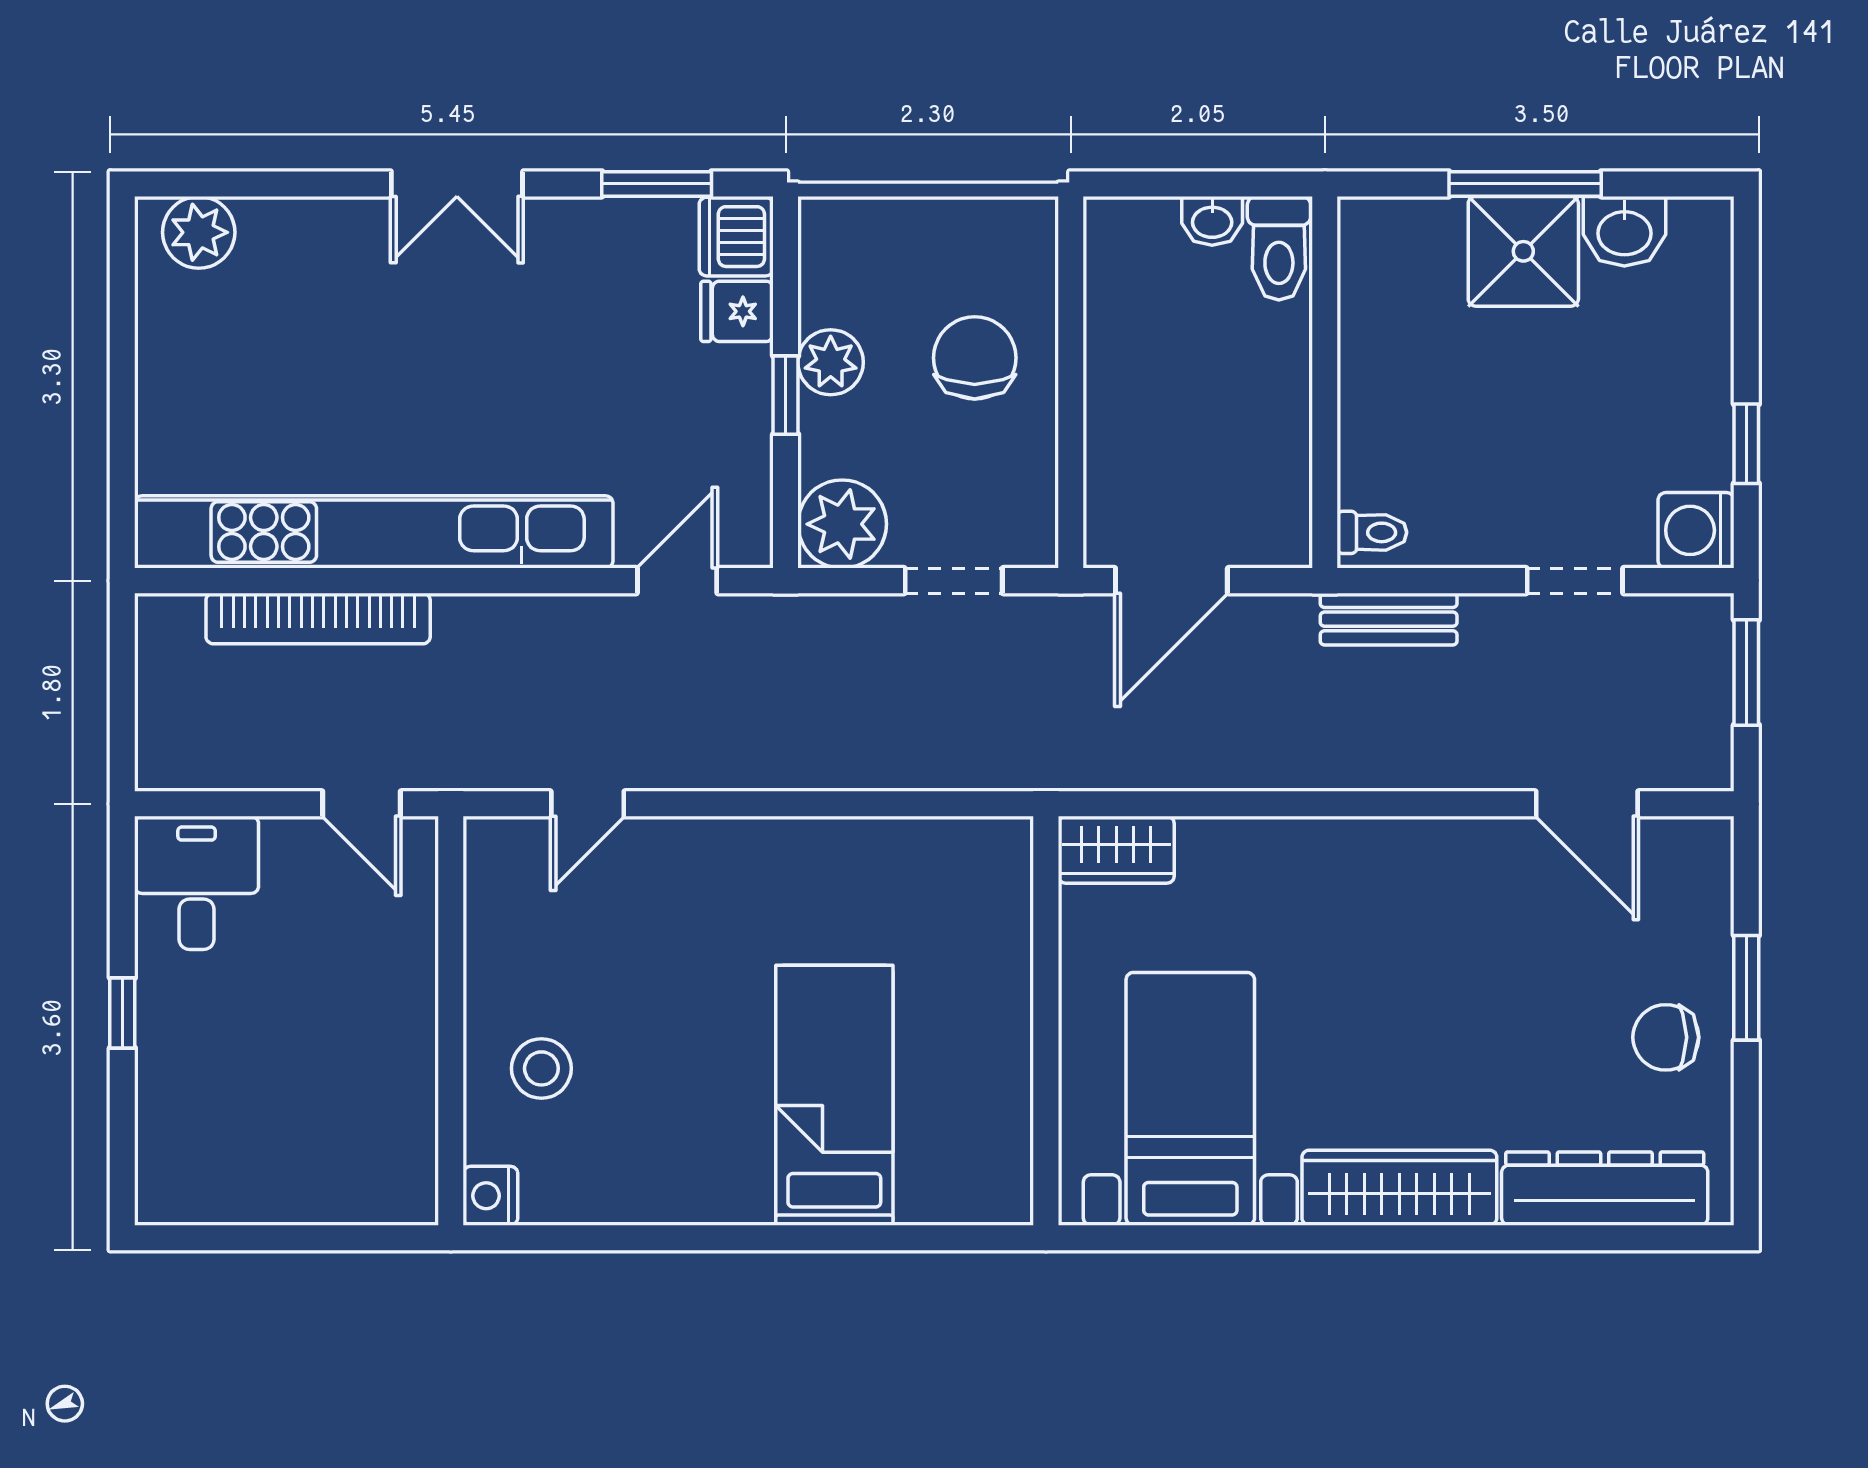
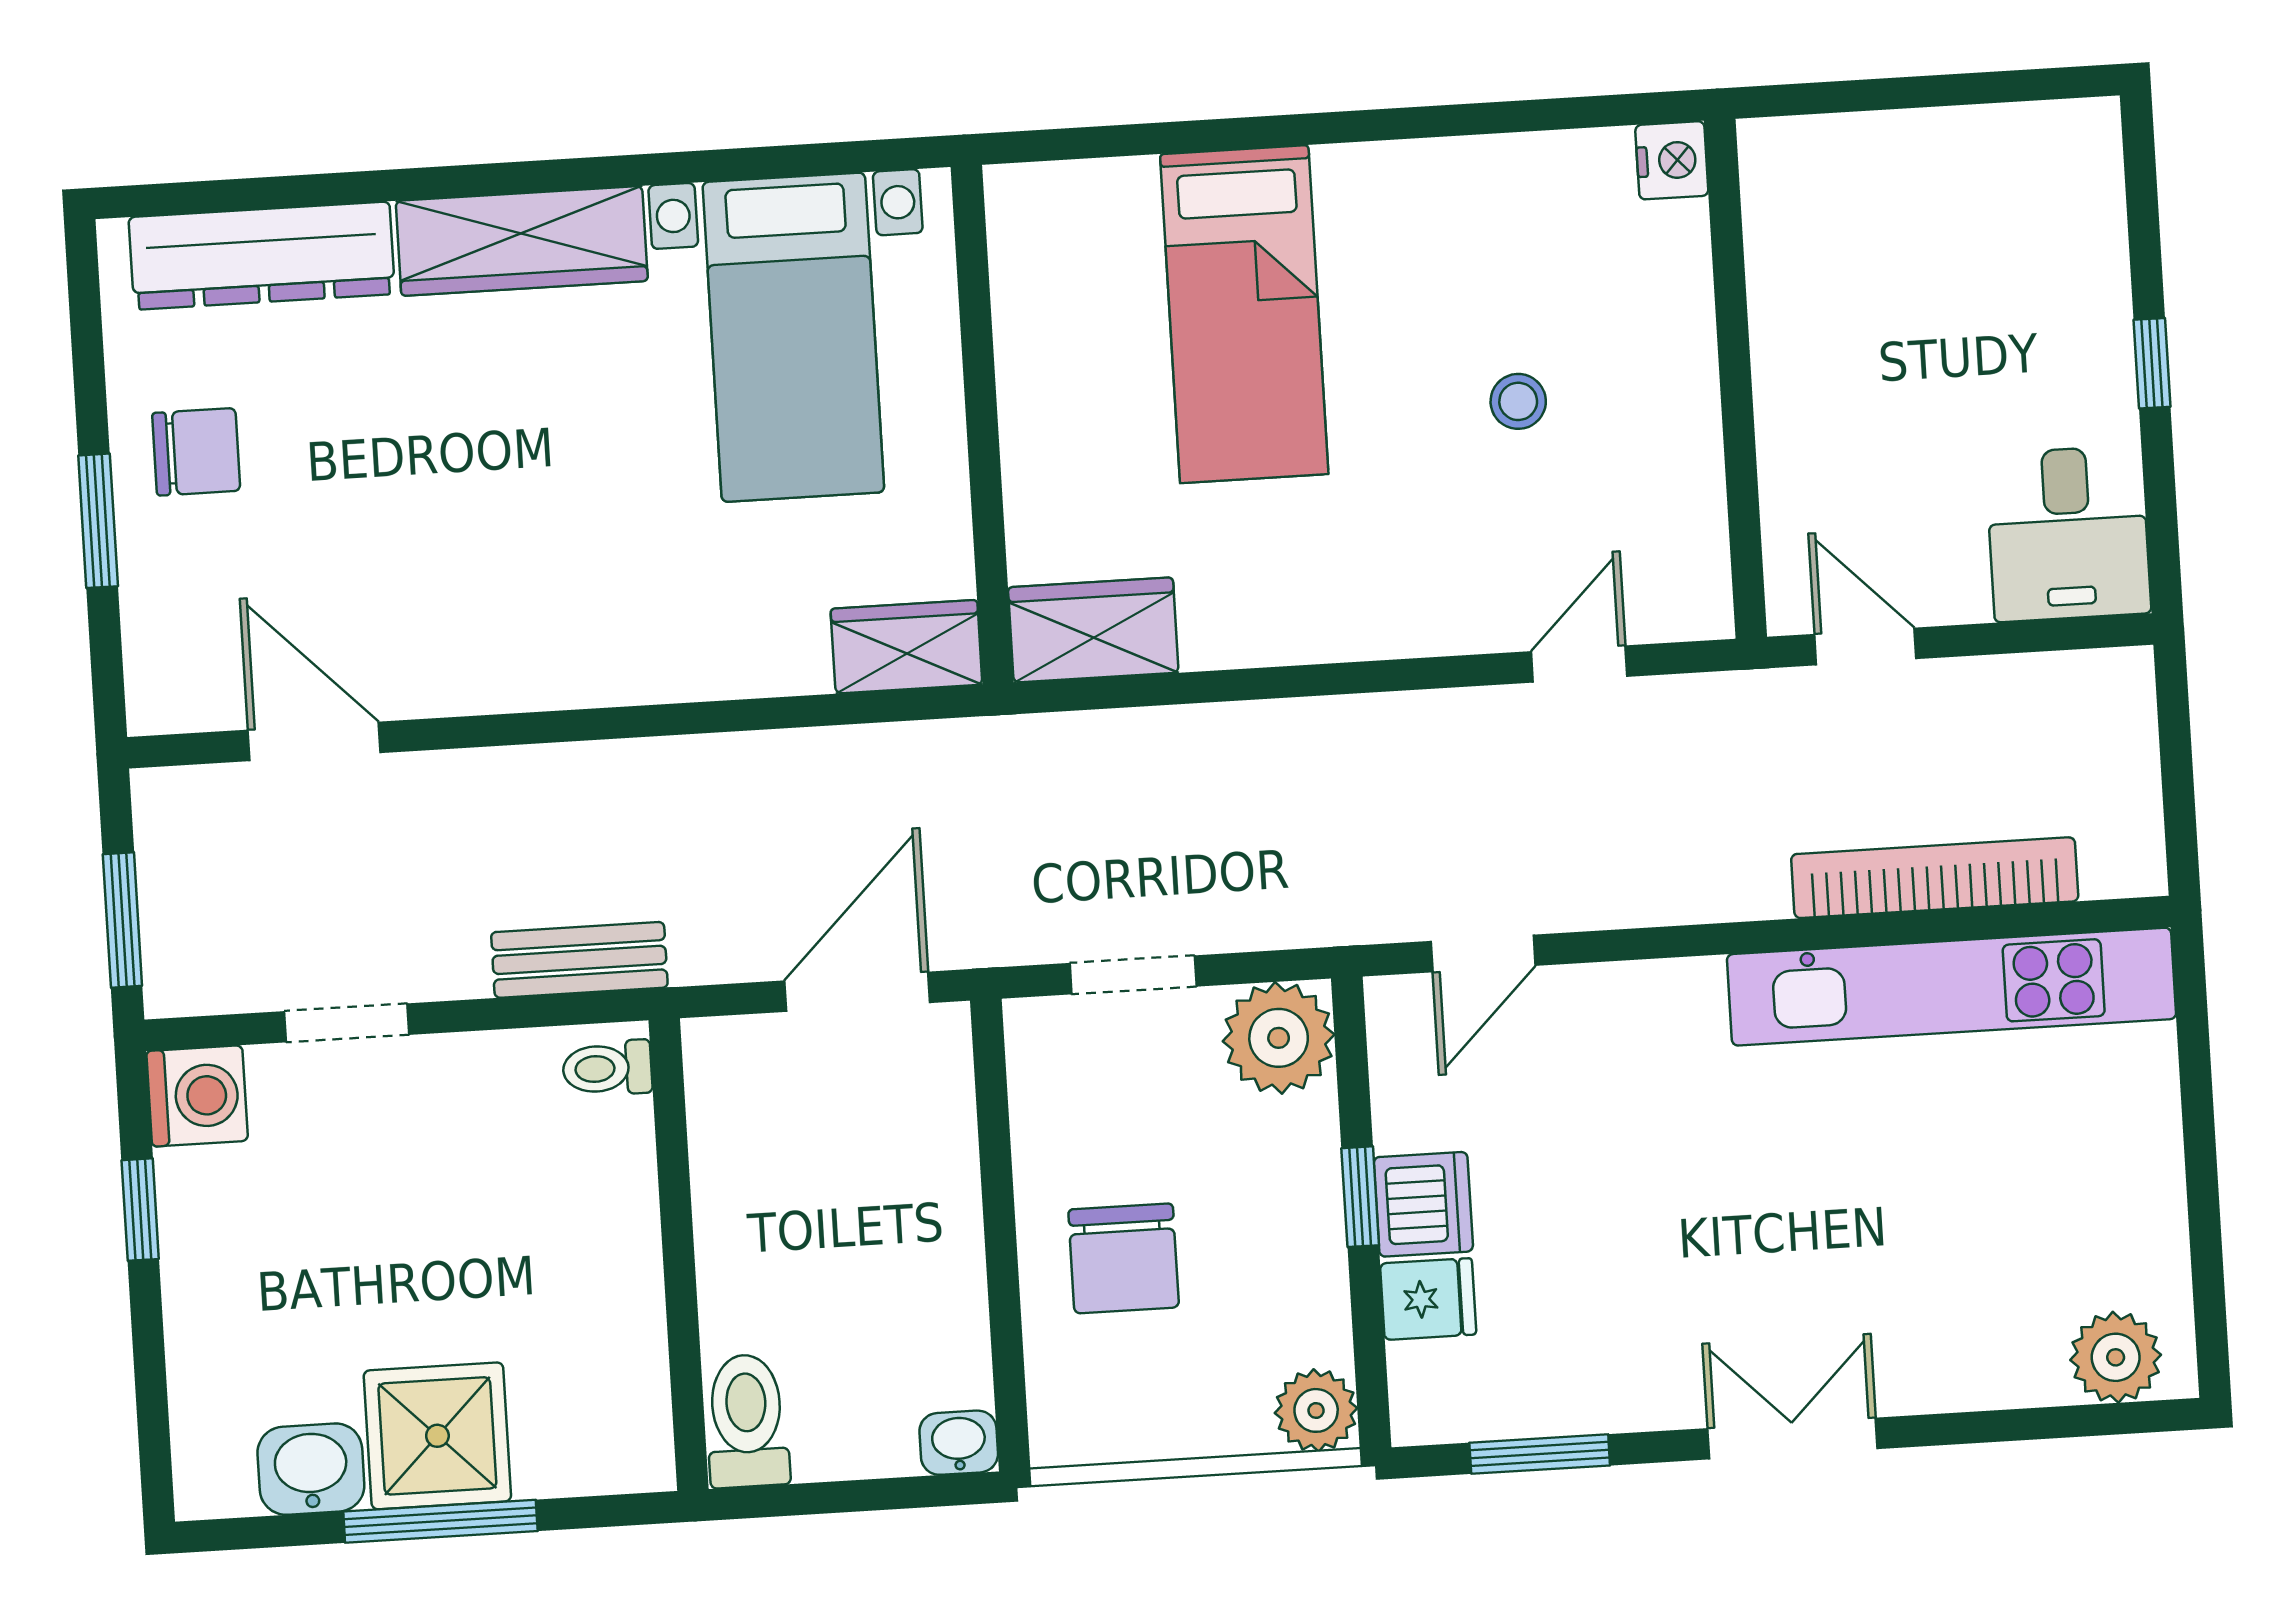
washbasin: (1212, 221) -> (959, 1443), moved
dishwasher: (736, 237) -> (1423, 1204), moved
plant: (831, 362) -> (1316, 1410), moved
kitchen unit: (374, 532) -> (1952, 987), width x0.73
wardrobe: (968, 854) -> (1093, 630), added
stool: (541, 1068) -> (1518, 401), moved, width x0.73, depth x0.73

